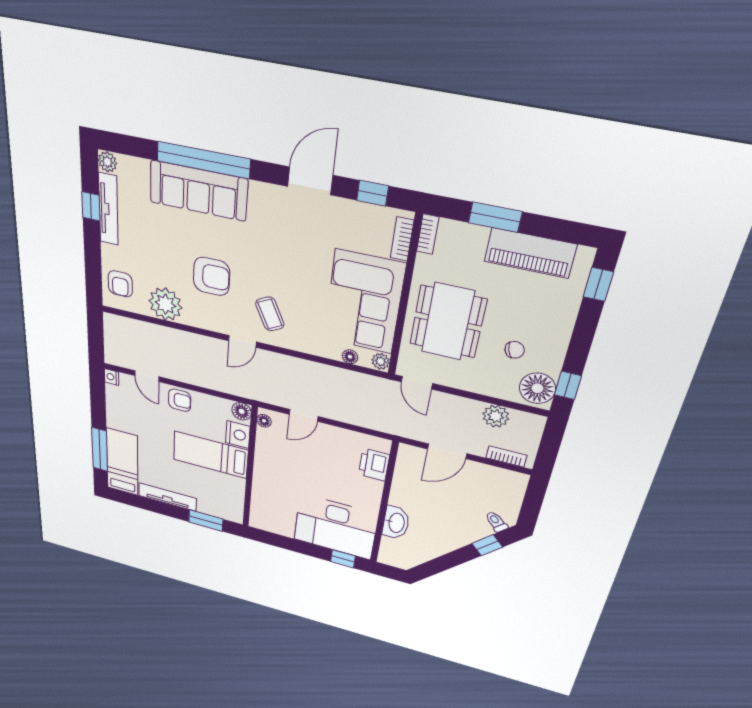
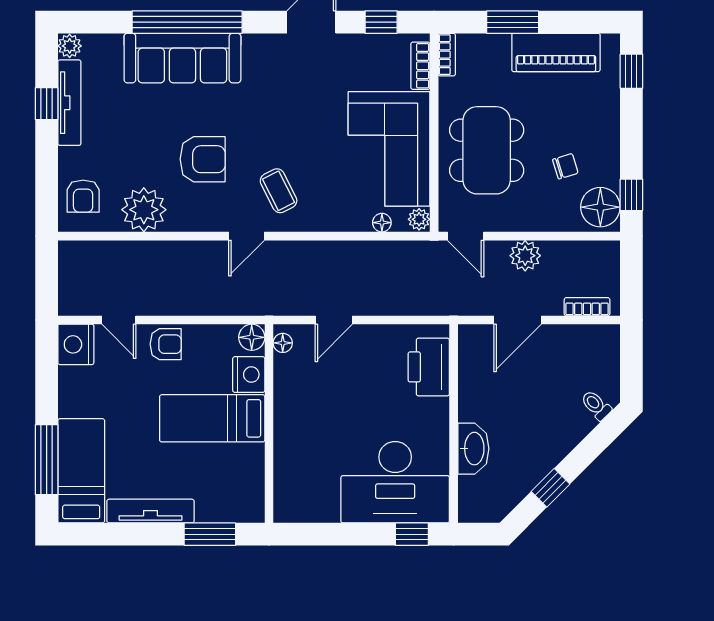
nightstand: (111, 377) -> (76, 344), width x1.89, depth x1.79
plant: (496, 416) -> (525, 256), moved
printer: (374, 465) -> (429, 367), width x1.37, depth x1.19
window: (487, 545) -> (550, 488), moved

